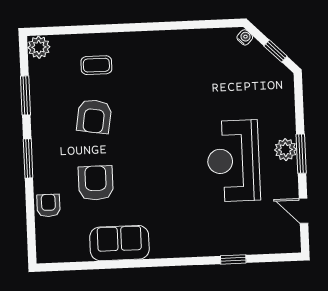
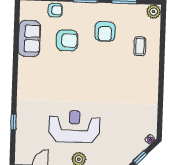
armchair: (94, 116) -> (105, 31), moved, turned -99
sofa: (119, 243) -> (29, 38), moved

